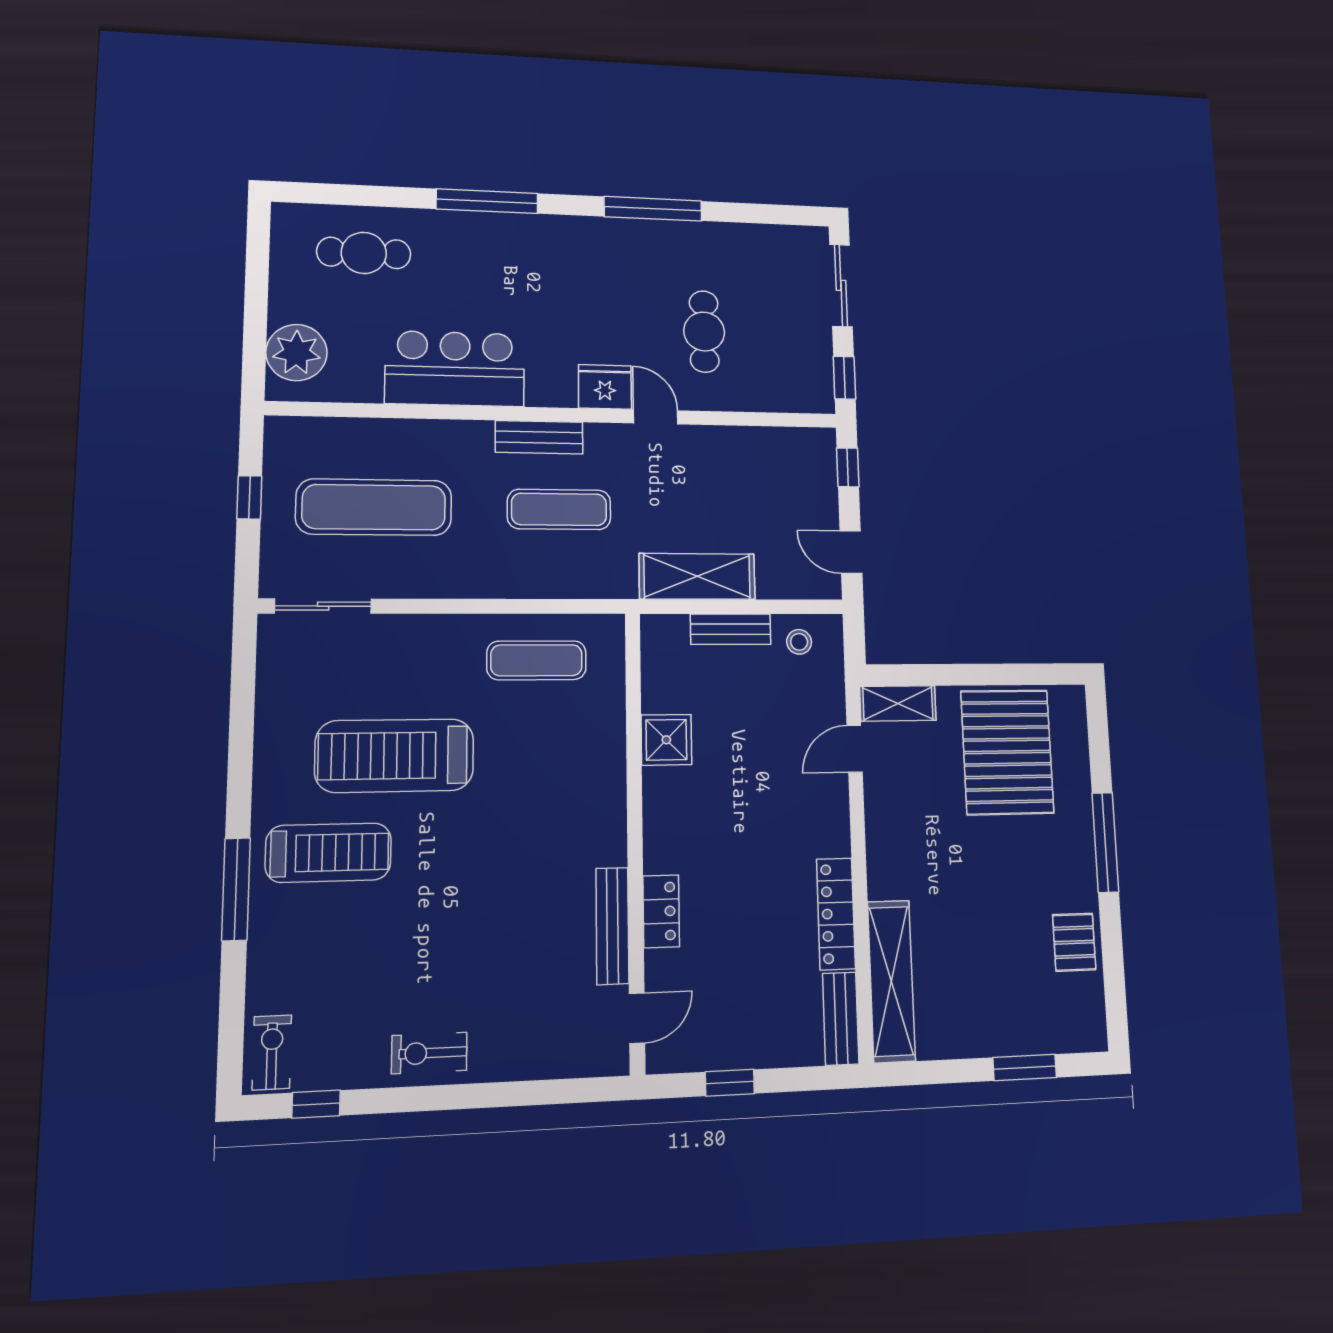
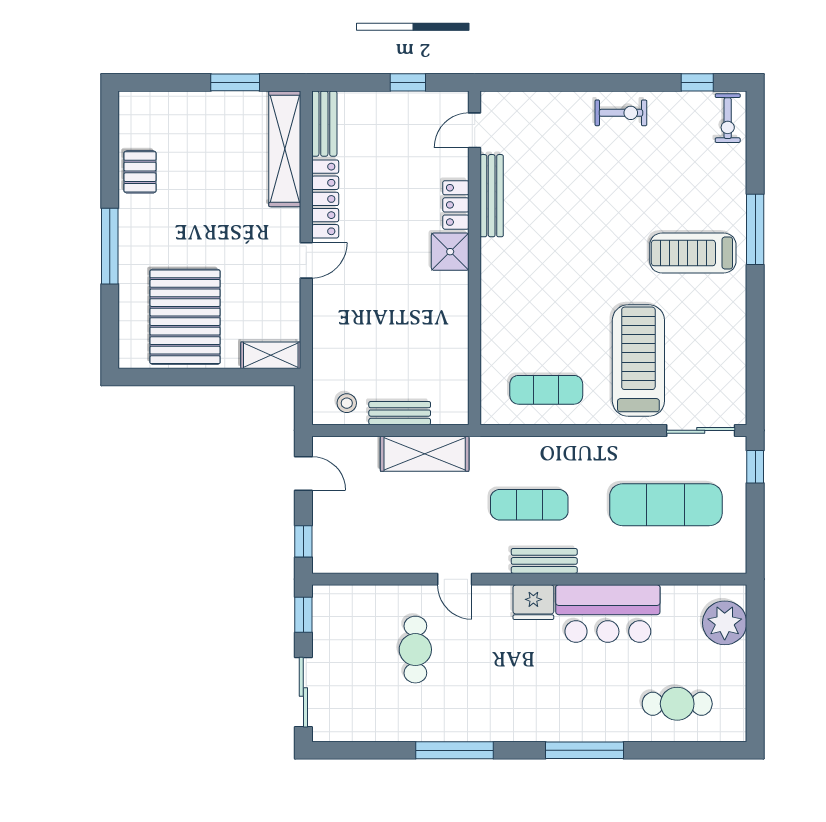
fridge: (605, 387) -> (533, 602), moved
window: (249, 497) -> (755, 467), moved
shower: (666, 740) -> (450, 252), moved
door: (855, 749) -> (306, 260), moved
treadmill: (395, 756) -> (638, 361), moved, turned -90
window: (1025, 1067) -> (235, 82), moved

